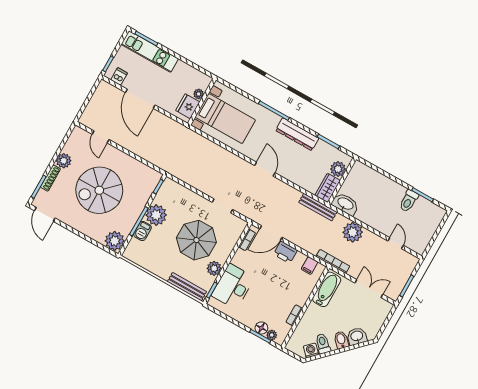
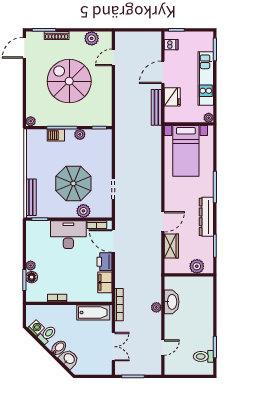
kitchen unit: (150, 51) -> (206, 78), moved
plant: (199, 94) -> (209, 118), moved
door: (140, 99) -> (163, 72), width x0.73
fridge: (188, 106) -> (172, 97), moved, turned 90
plant: (64, 161) -> (92, 38), moved
door: (265, 169) -> (163, 222), moved
wardrobe: (328, 188) -> (171, 246), moved, turned 90
toilet: (409, 201) -> (203, 356), moved
washbasin: (345, 204) -> (172, 302), moved
bench: (318, 207) -> (156, 107), moved
plant: (156, 215) -> (80, 134), width x0.53, depth x0.53
plant: (353, 232) -> (156, 307), width x0.53, depth x0.53
plant: (115, 241) -> (31, 121), width x0.53, depth x0.53
filing cabinet: (310, 266) -> (105, 282), width x2.00
plant: (214, 268) -> (83, 211), moved
desk: (233, 286) -> (68, 235), moved
plant: (272, 335) -> (31, 265), moved

